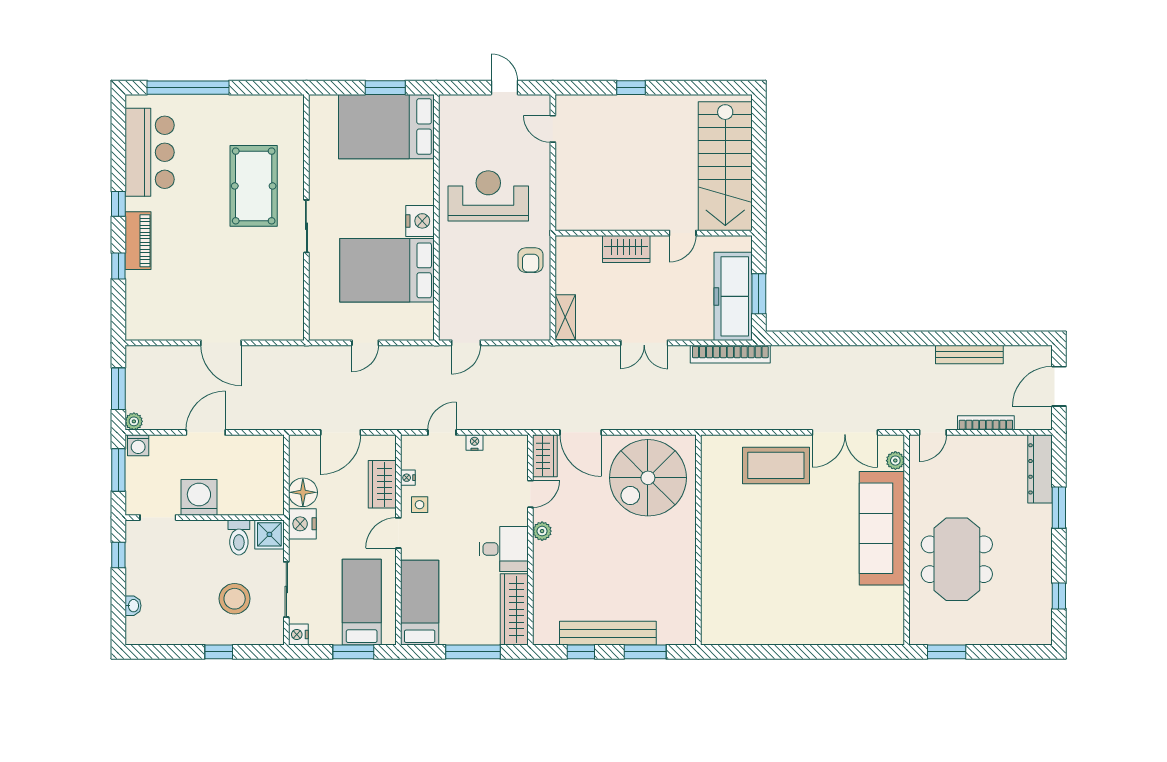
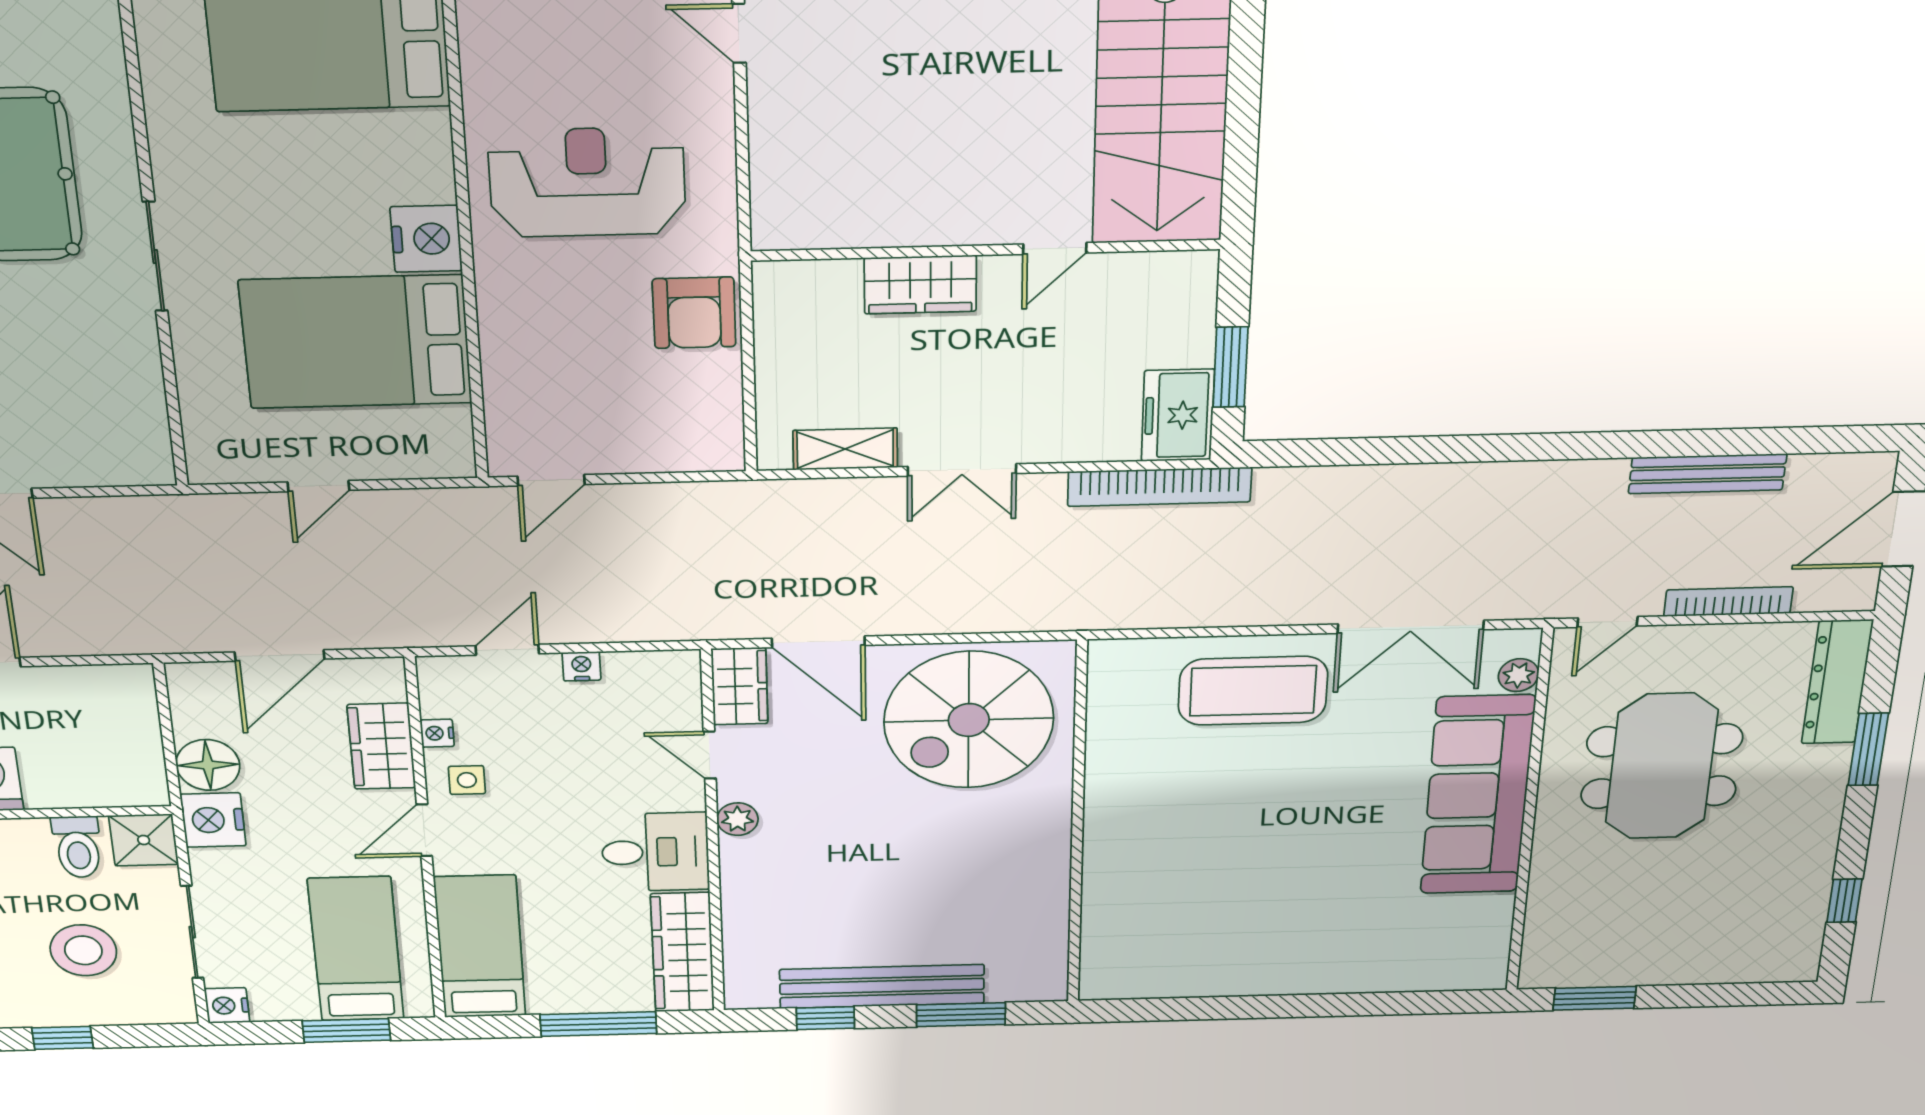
armchair: (531, 260) -> (694, 313), width x1.38, depth x1.38
freezer: (733, 296) -> (1178, 415), width x0.52, depth x0.79
shelving: (565, 317) -> (845, 449), moved, turned 90
door: (530, 494) -> (710, 755), swing flipped
meeting table: (957, 559) -> (1662, 766), moved

